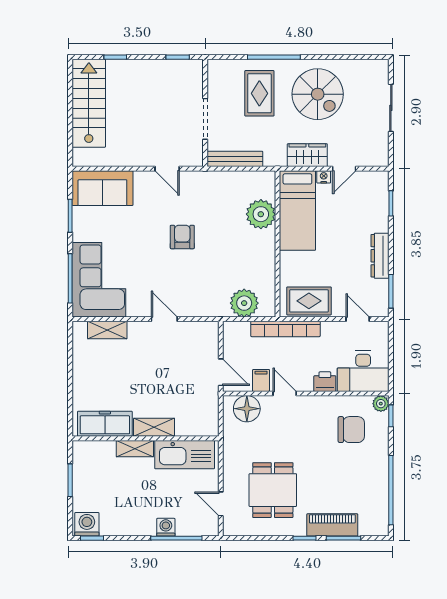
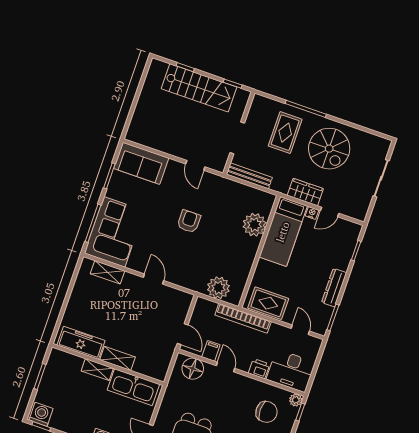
stairs: (89, 103) -> (199, 88), moved, turned 90

